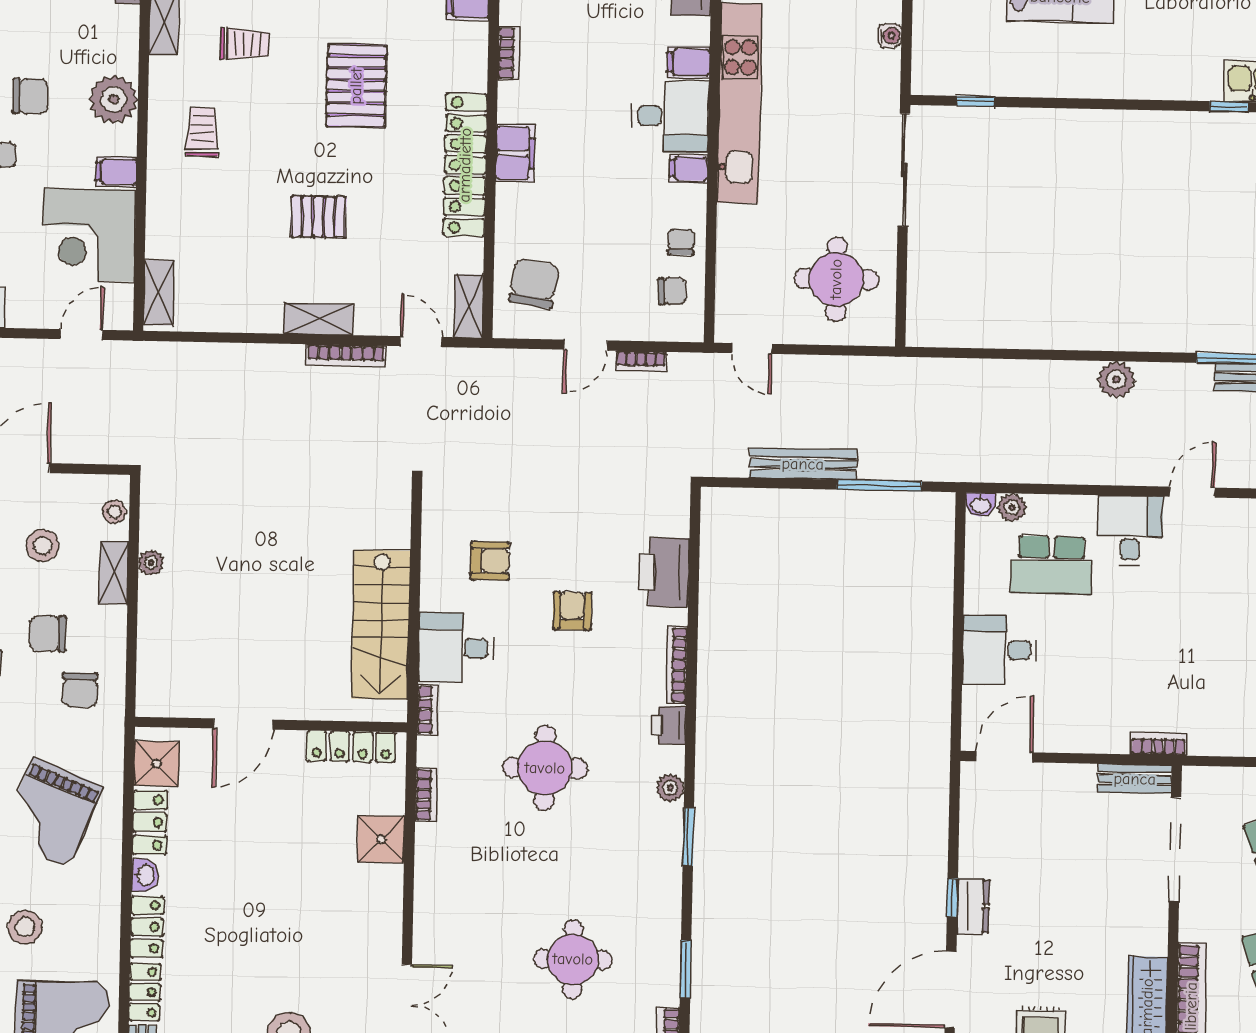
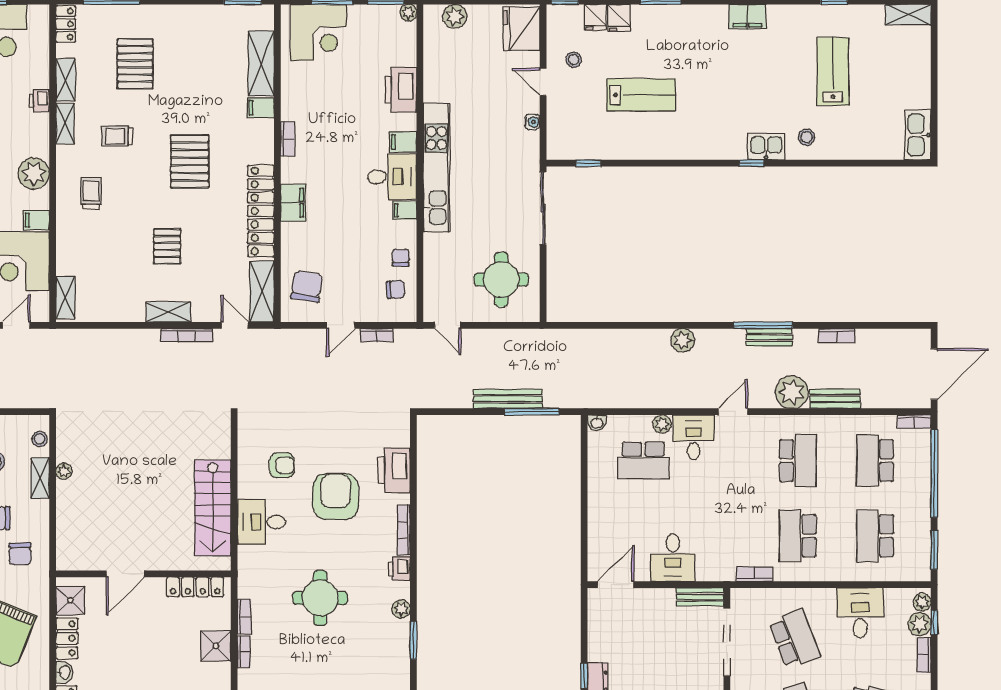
trolley: (245, 44) -> (117, 136), turned 180
pallet: (318, 217) -> (167, 246), turned 90
shelving: (469, 306) -> (262, 292), width x1.50, depth x1.33
bench: (803, 464) -> (508, 399), moved
plant: (1012, 508) -> (662, 424), moved
armchair: (572, 611) -> (336, 497), width x1.88, depth x1.88
desk: (999, 650) -> (673, 558), moved, turned -90
bookcase: (427, 710) -> (244, 652), moved
bookcase: (1158, 744) -> (755, 574), moved

